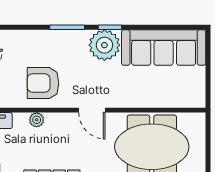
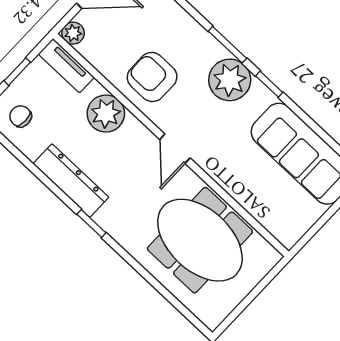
plant: (104, 45) -> (230, 80), moved
plant: (37, 120) -> (106, 114), width x1.88, depth x1.88

